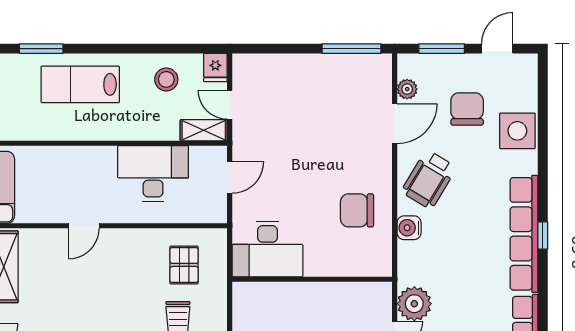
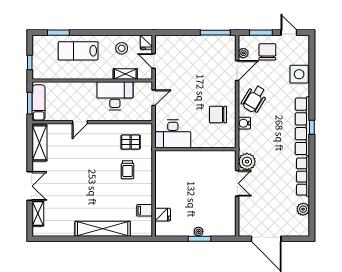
door: (497, 49) -> (289, 33), hinge flipped
chair: (467, 109) -> (267, 52), moved
shelving: (204, 130) -> (125, 74), moved
pallet: (184, 265) -> (131, 142), turned 90

